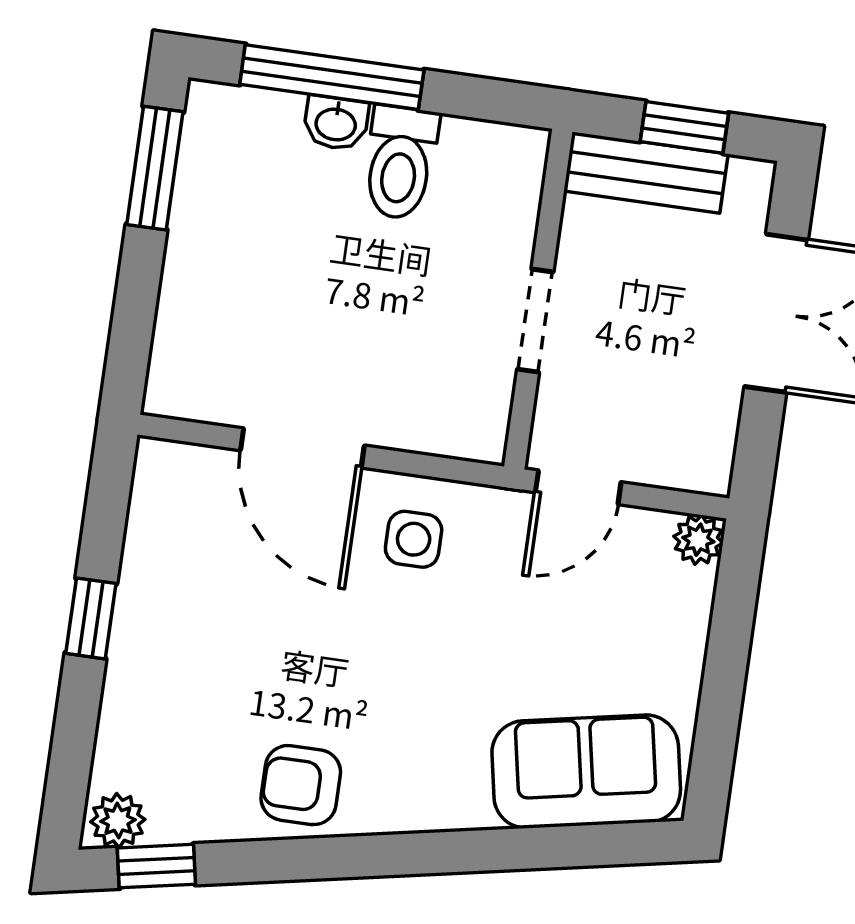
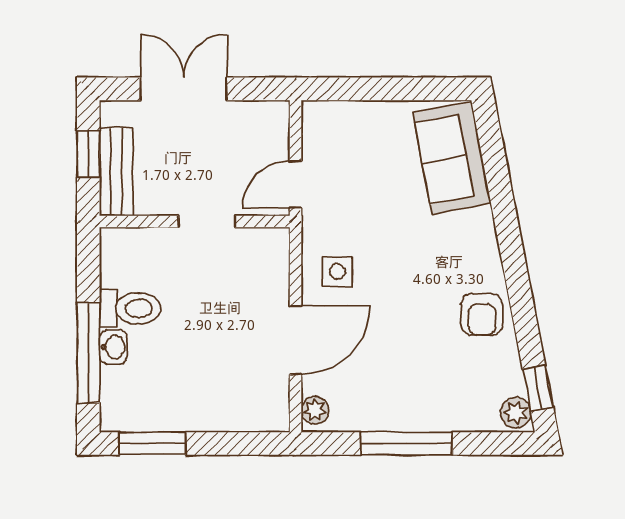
door: (578, 487) -> (295, 185), swing flipped
plant: (698, 540) -> (315, 410), moved
window: (91, 618) -> (406, 444), width x2.17

